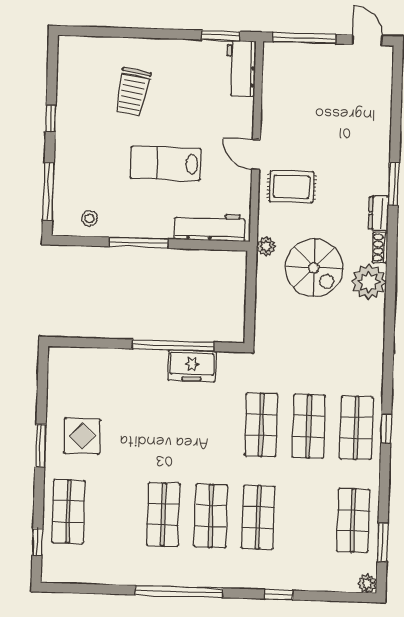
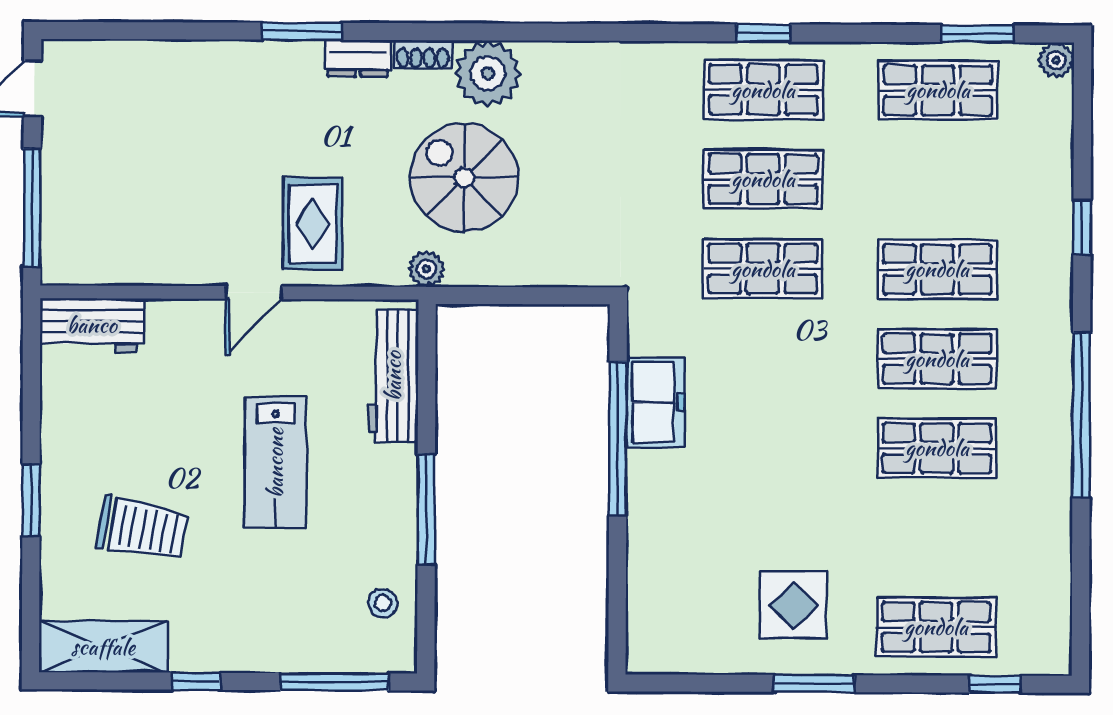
window: (221, 36) -> (31, 500), moved
shelving: (70, 69) -> (103, 647), added
spiral stairs: (314, 268) -> (464, 178), turned -90

